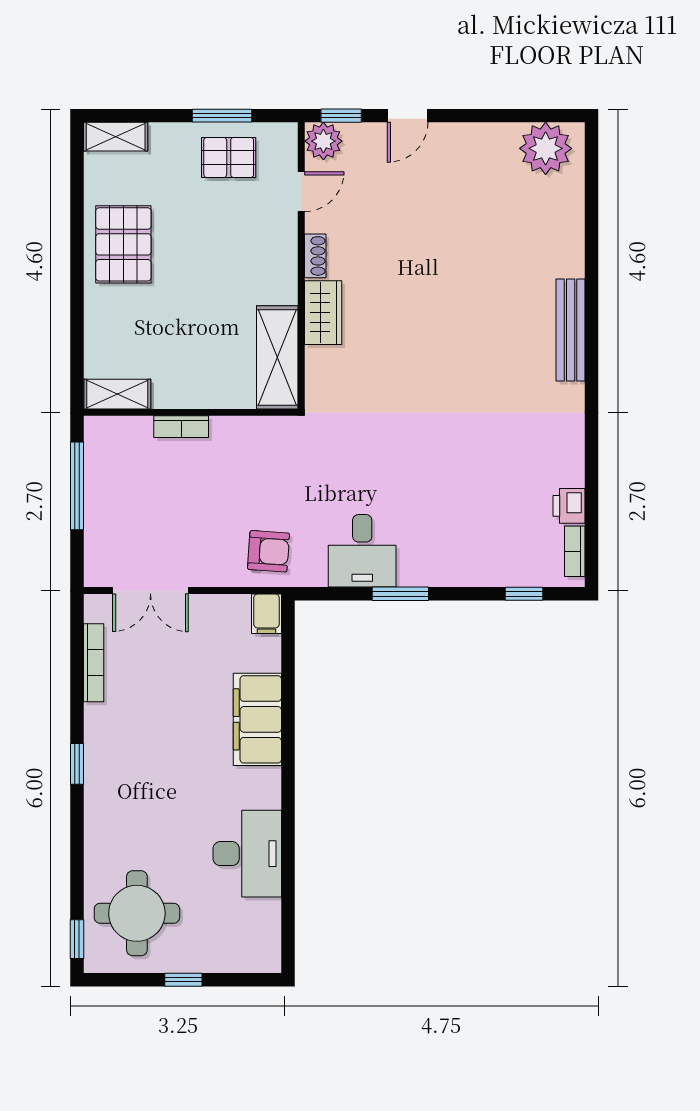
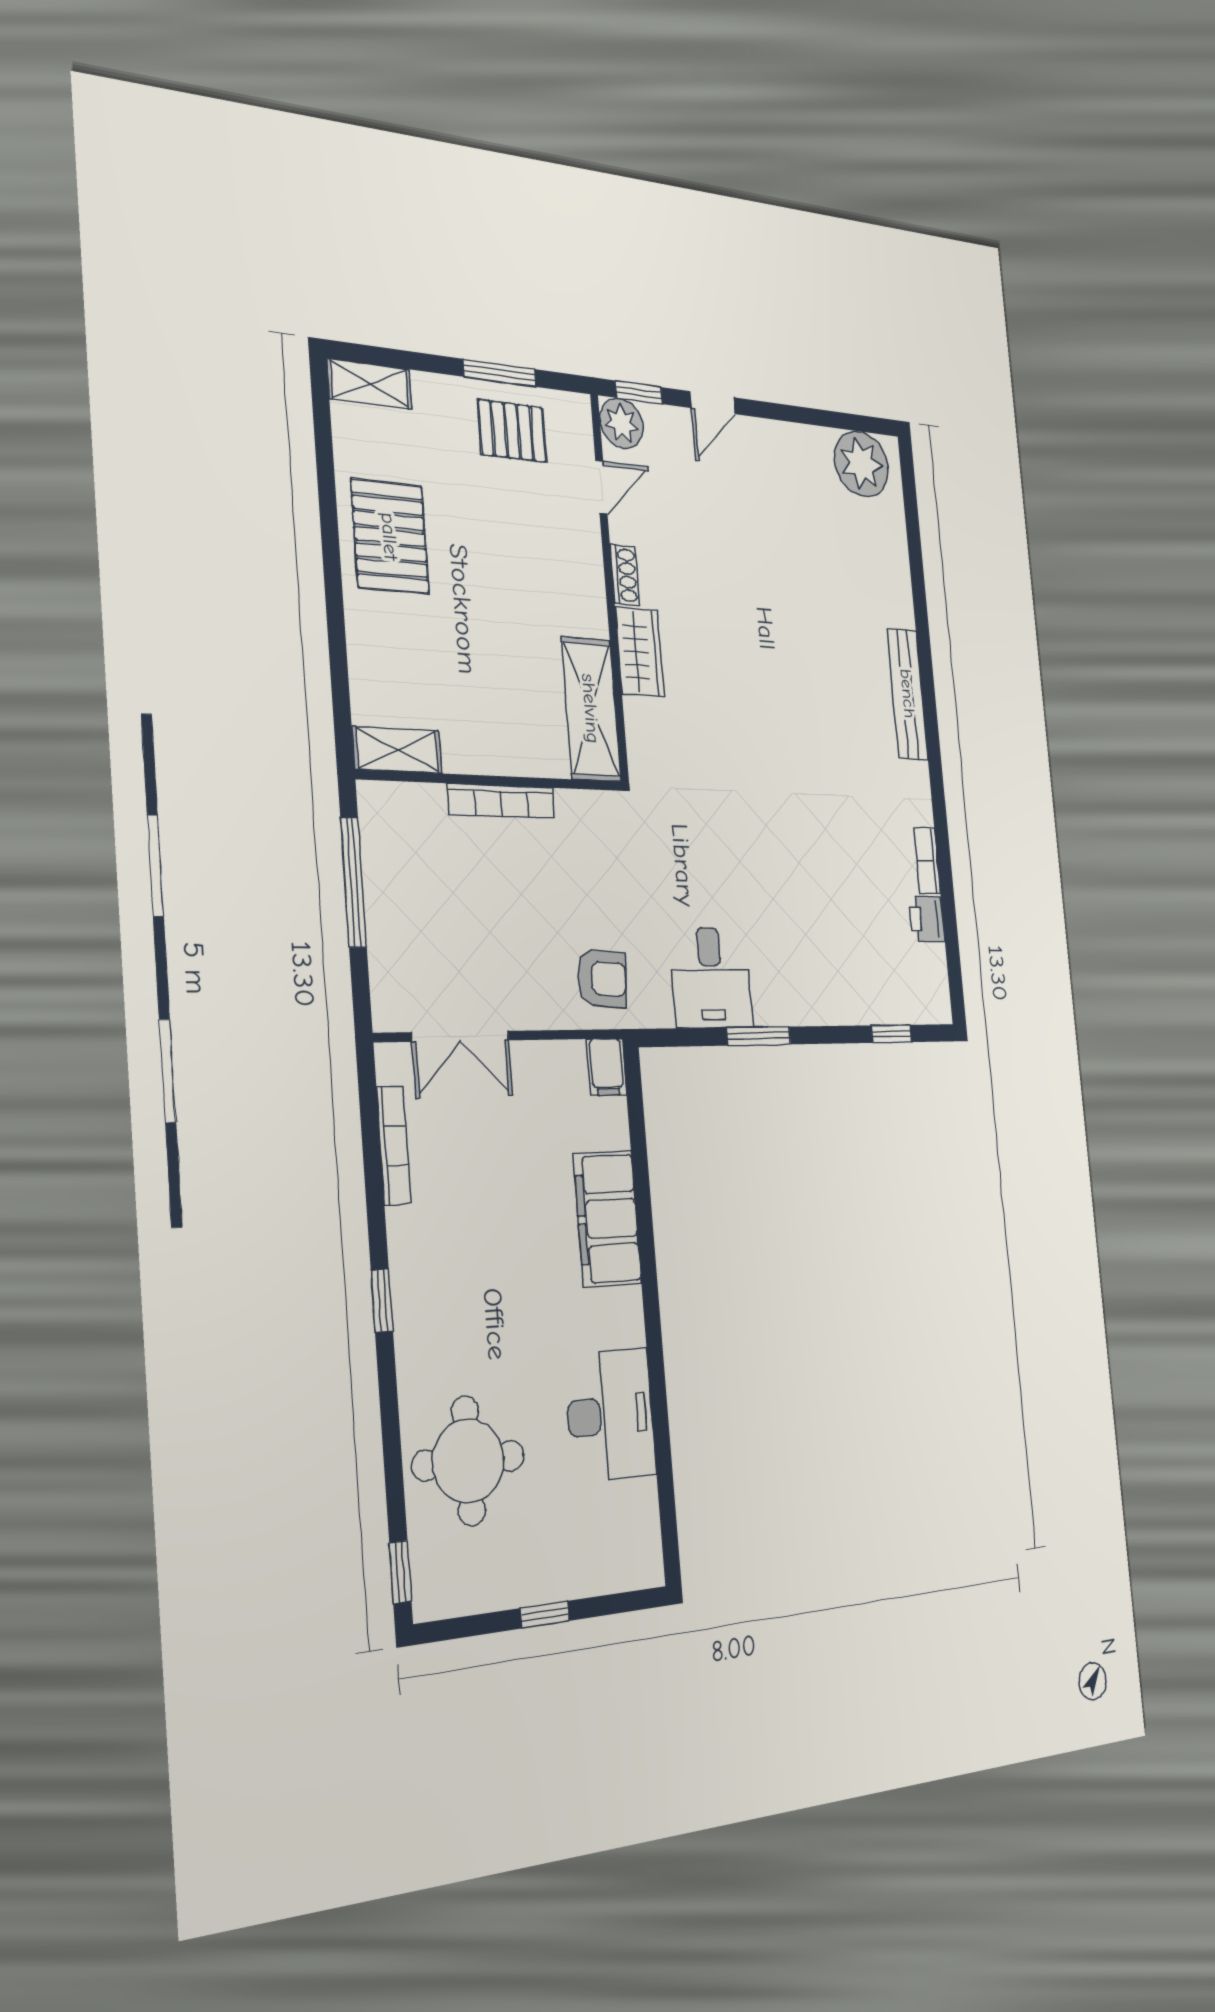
bookcase: (181, 427) -> (501, 801), width x1.56
bookcase: (575, 551) -> (927, 861), moved
round table: (137, 913) -> (468, 1461), moved

